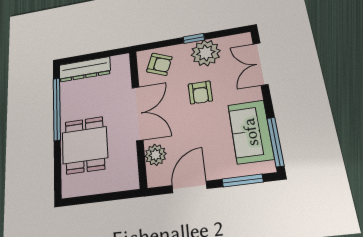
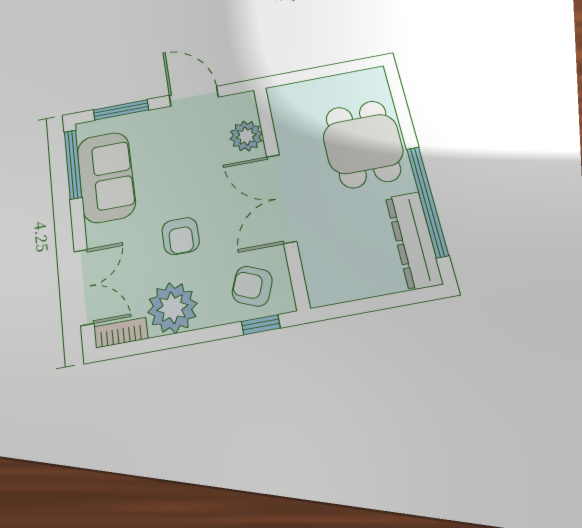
window: (194, 38) -> (261, 325), moved
bookcase: (236, 40) -> (121, 333), added
dresser: (85, 69) -> (414, 240), moved, turned -90
armchair: (200, 92) -> (181, 236), turned 180
door: (189, 187) -> (194, 96), swing flipped

